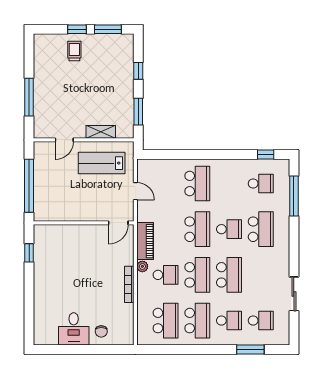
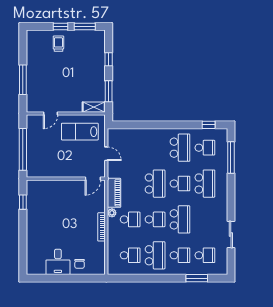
shelving: (101, 132) -> (94, 107), moved
school desk: (197, 184) -> (180, 148), moved
school desk: (197, 275) -> (155, 219), width x0.54
school desk: (166, 321) -> (130, 255), width x0.54

